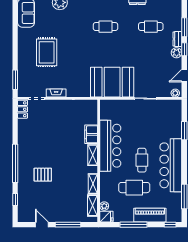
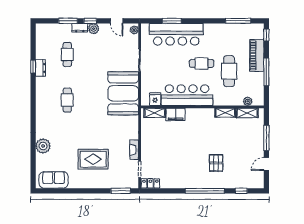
shelving: (93, 155) -> (155, 113), moved
bar counter: (171, 165) -> (176, 34), moved
fridge: (106, 217) -> (155, 99), moved

